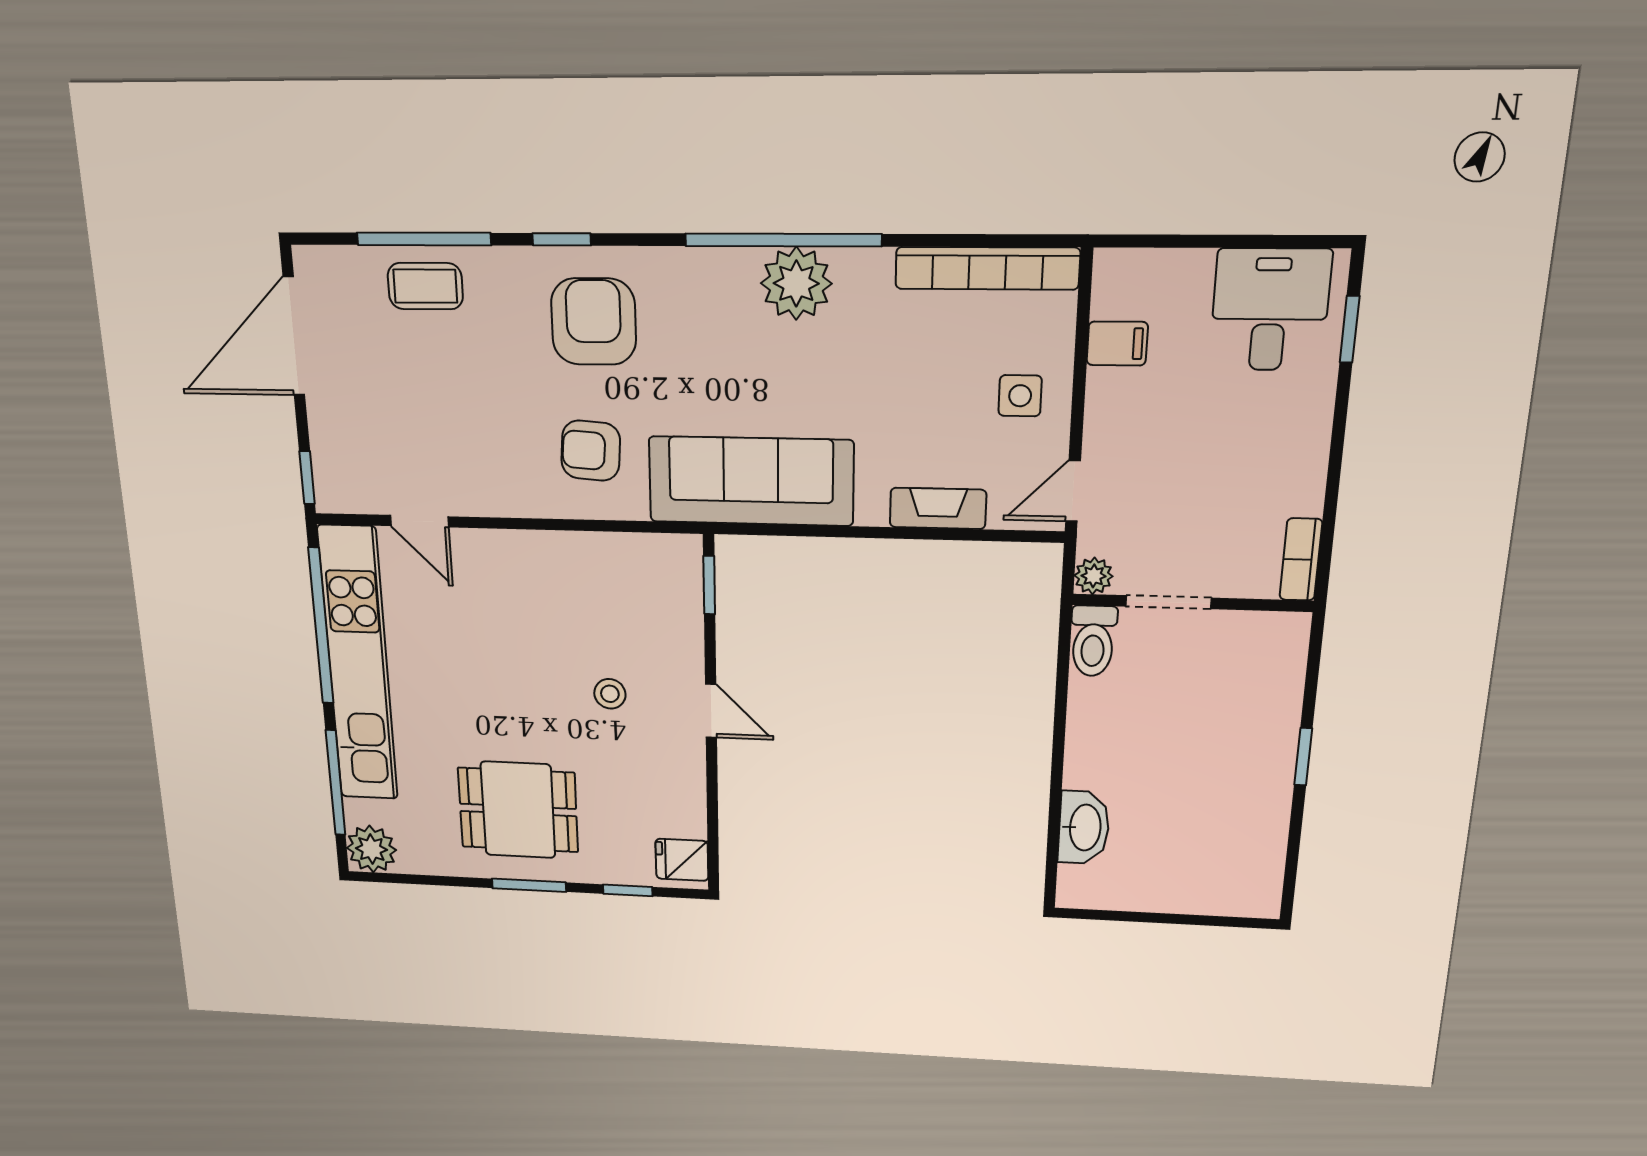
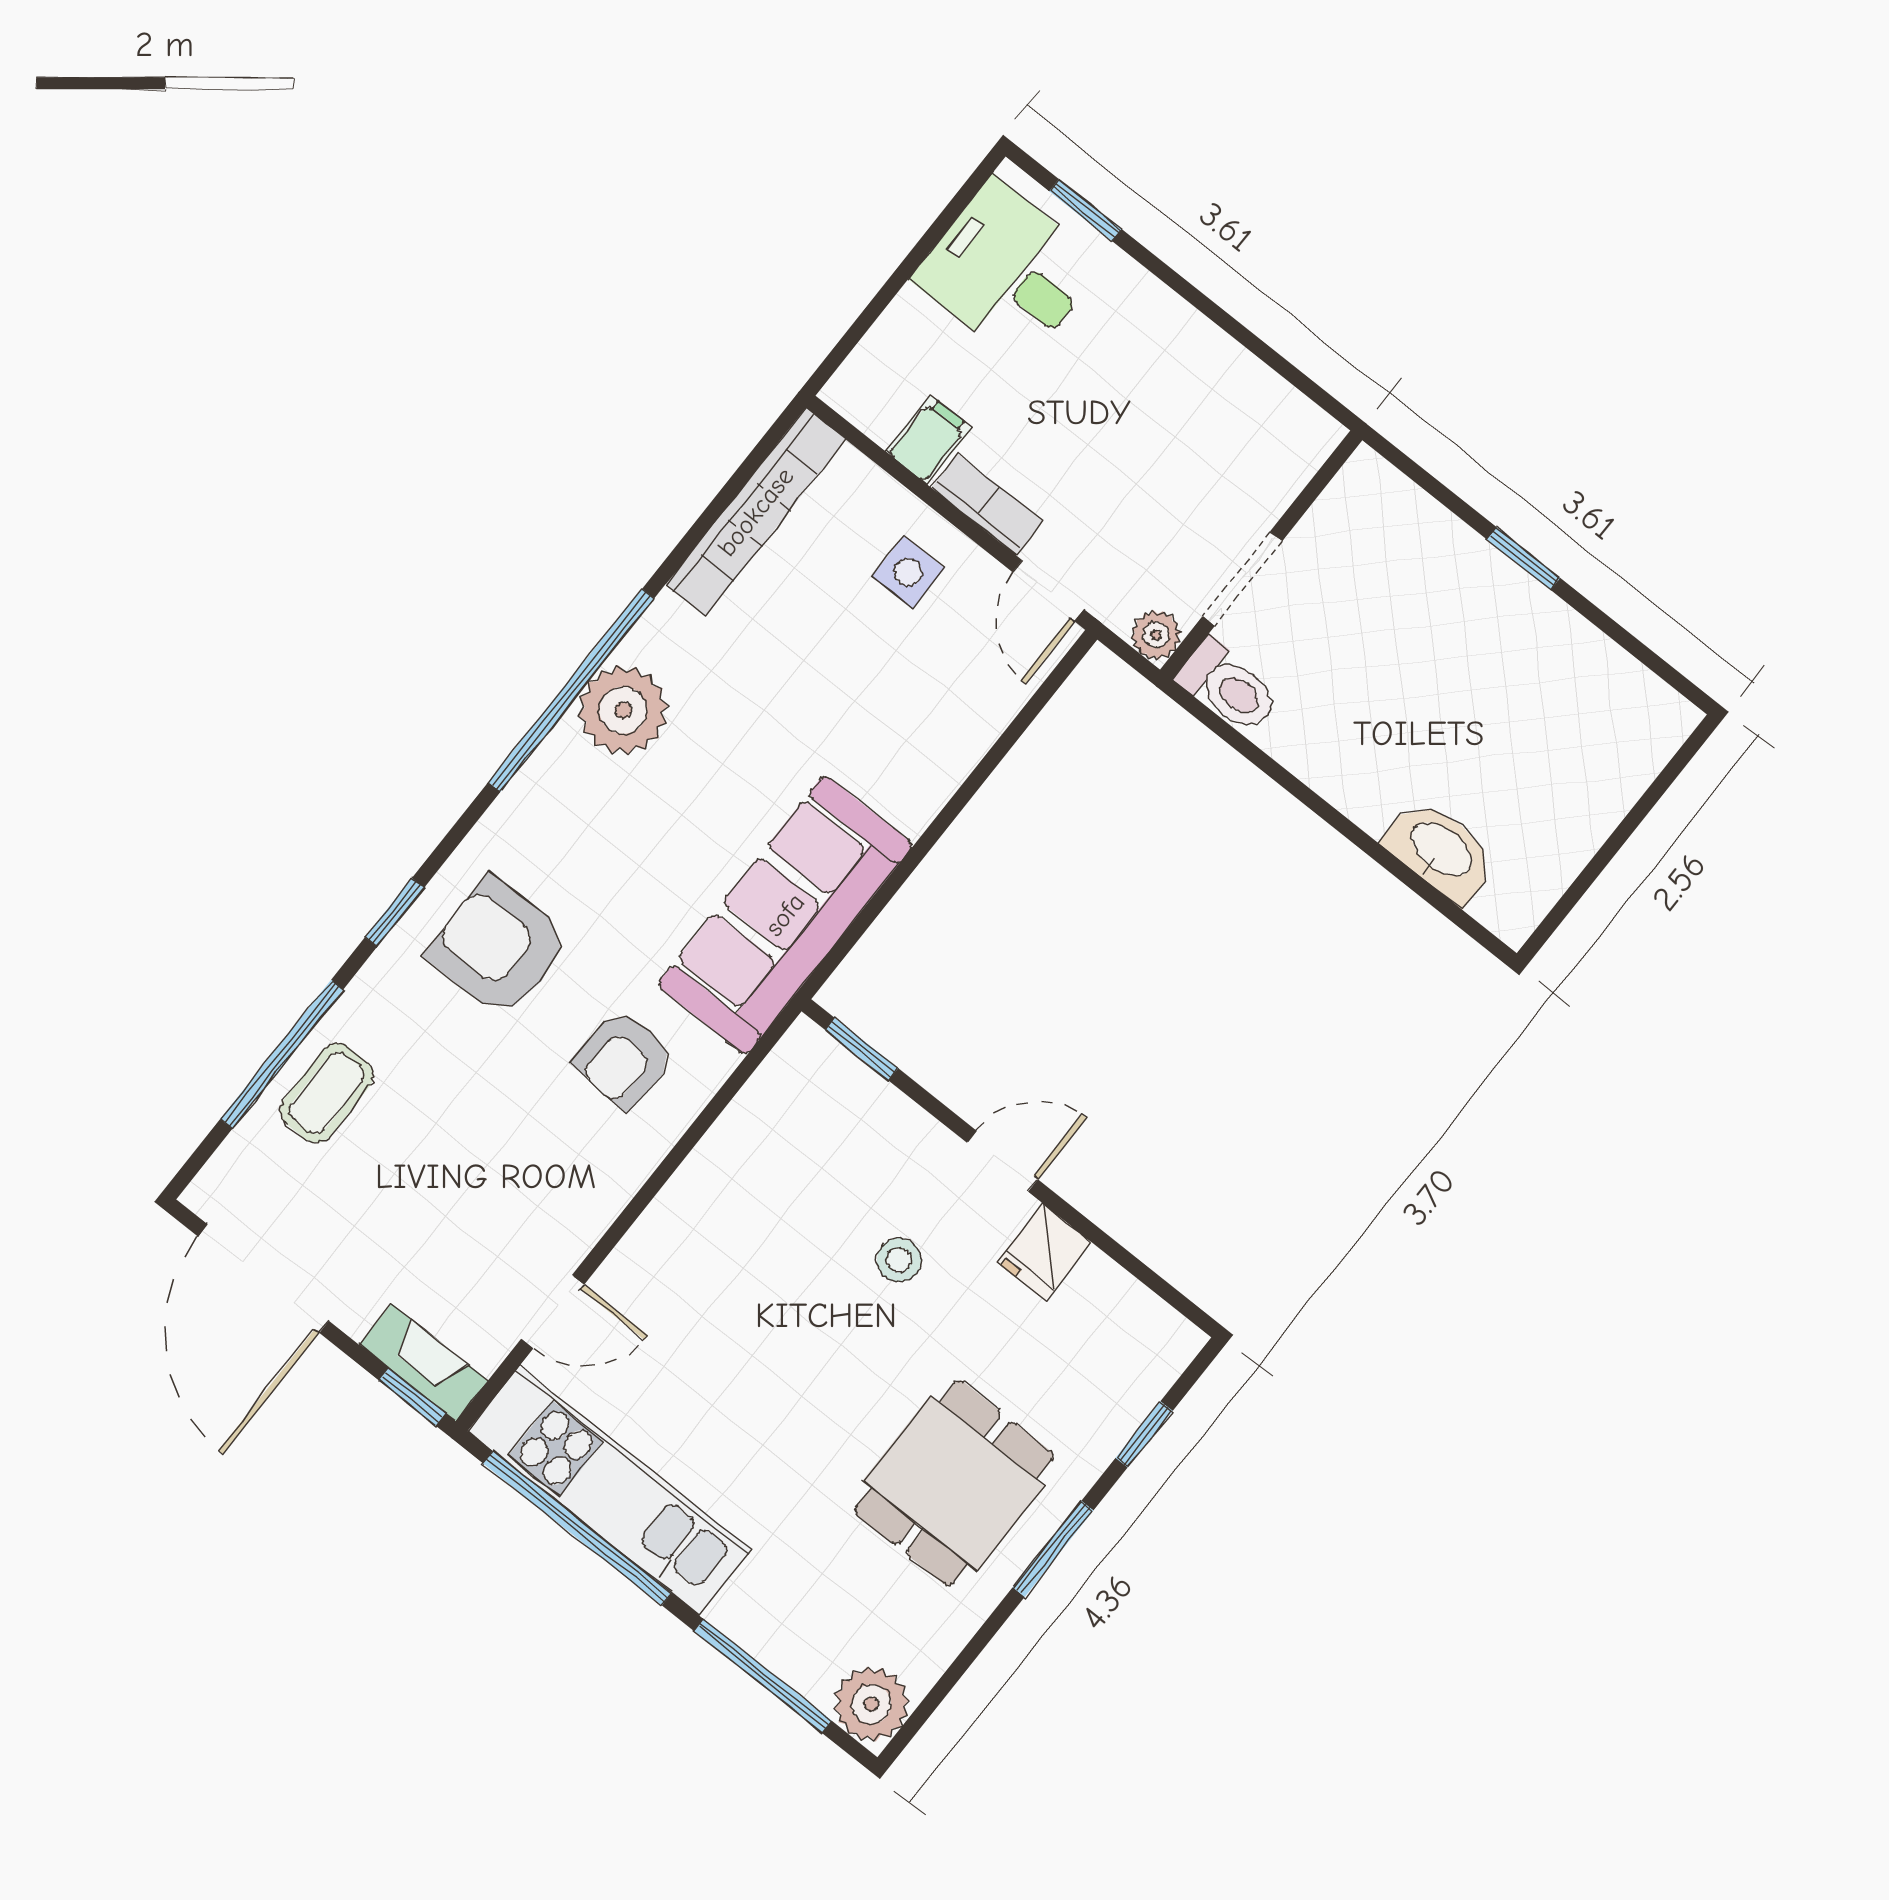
fireplace: (938, 508) -> (424, 1363), moved, turned 90
bookcase: (1301, 560) -> (987, 504), moved, turned 180
kitchen unit: (358, 665) -> (609, 1491), width x0.73
fridge: (682, 860) -> (1044, 1252), moved

